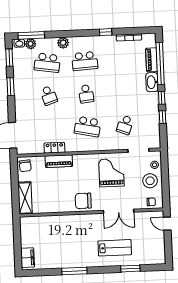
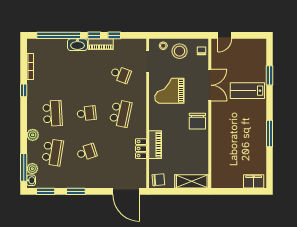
piano: (152, 60) -> (101, 44), moved
lab bench: (115, 248) -> (247, 91), turned -90

